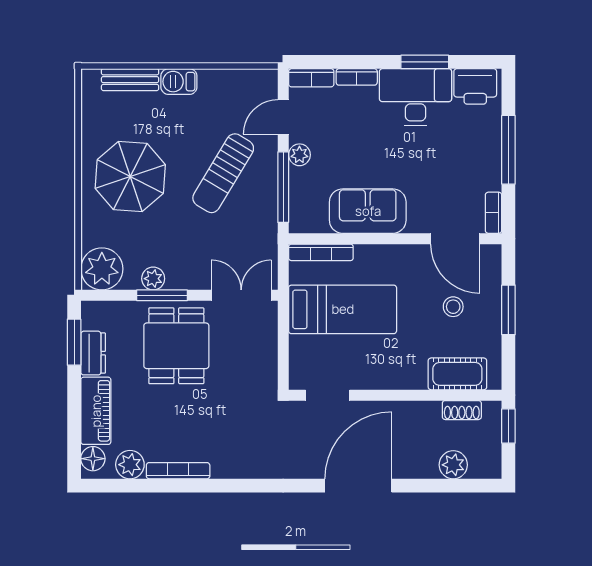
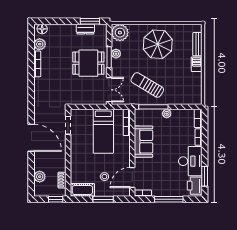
window: (425, 62) -> (205, 176), moved
door: (283, 117) -> (182, 107), removed
sun lounger: (223, 173) -> (147, 85), moved
cot: (457, 374) -> (82, 190), moved, turned 90
piano: (96, 411) -> (62, 30), removed

